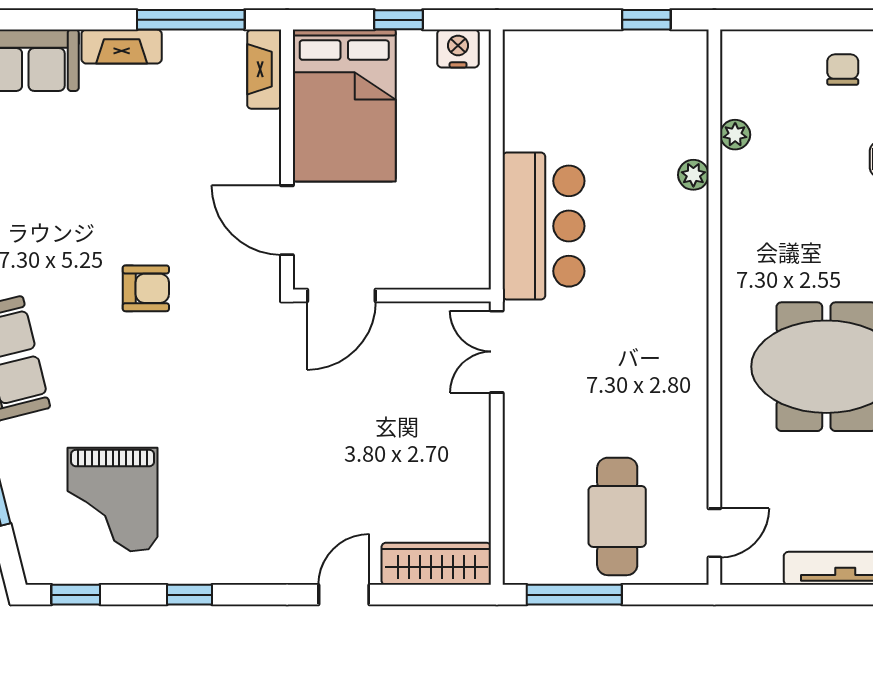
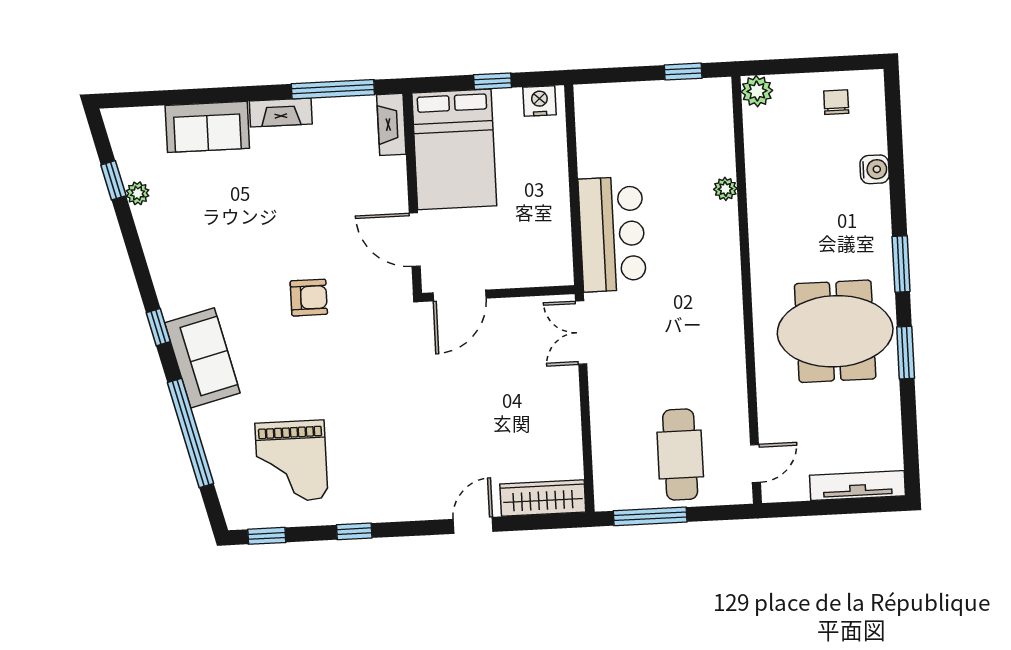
plant: (735, 135) -> (757, 91), moved, width x1.38, depth x1.38

